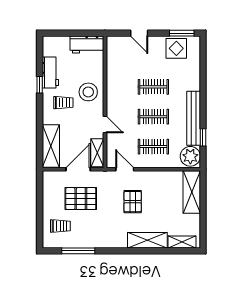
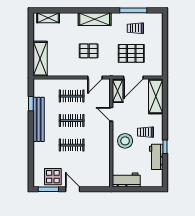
door: (139, 33) -> (73, 189), moved
plant: (190, 156) -> (41, 88), removed
door: (125, 169) -> (95, 78), hinge flipped
pallet: (133, 202) -> (89, 51), turned 90
trolley: (60, 226) -> (135, 28), moved
shelving: (147, 240) -> (95, 19), moved

